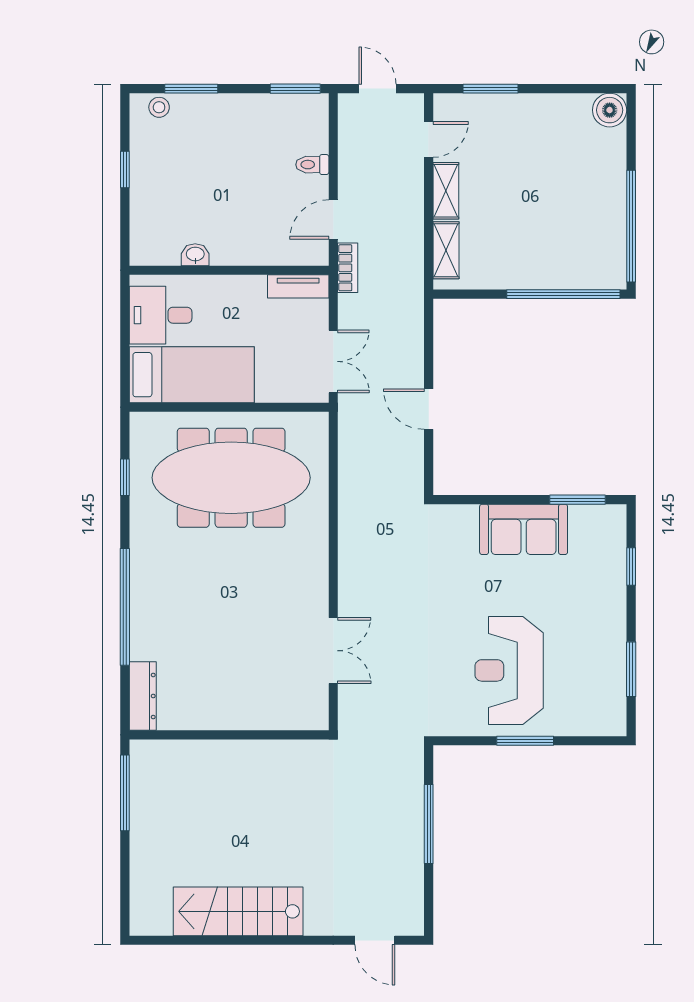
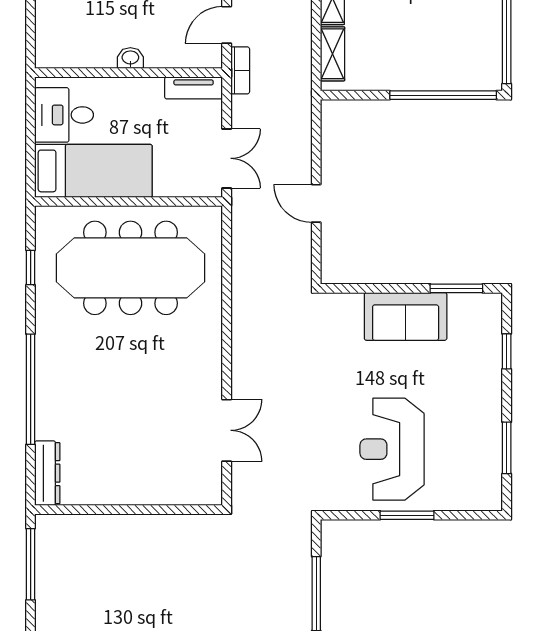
washbasin: (195, 255) -> (130, 58), moved

